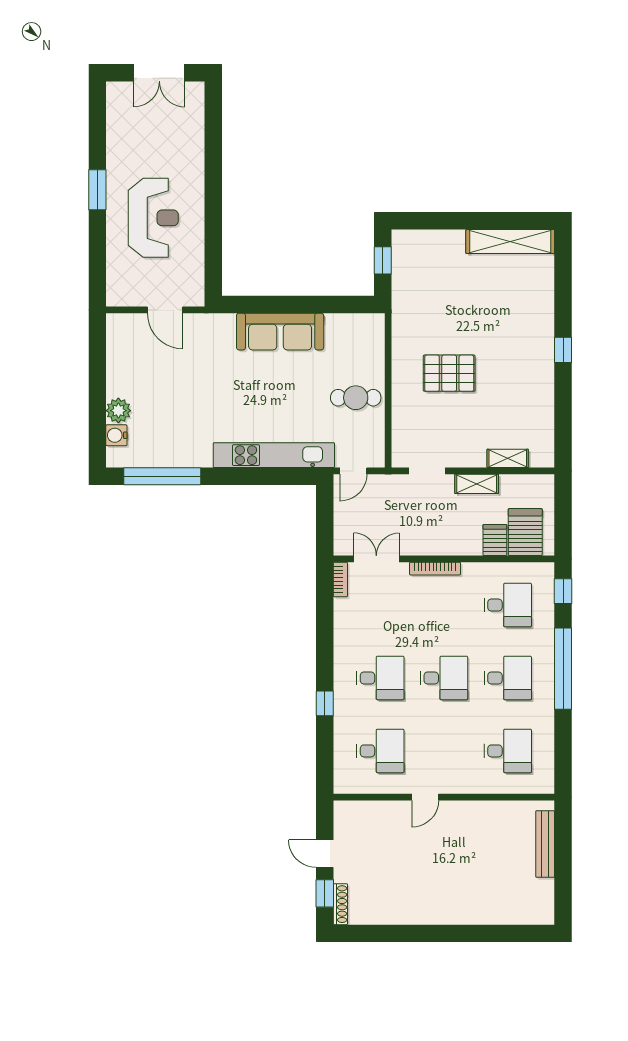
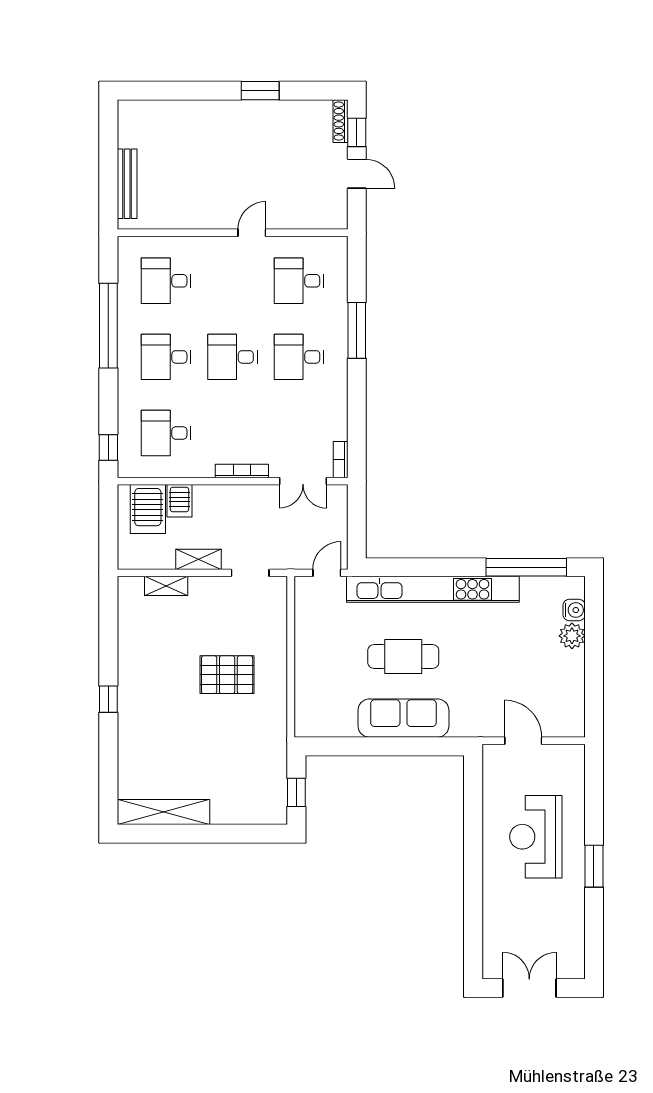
cafe table: (356, 398) -> (403, 656), moved, width x1.37, depth x1.35
kitchen unit: (274, 455) -> (433, 589), width x1.36
window: (563, 669) -> (108, 326), moved
window: (325, 703) -> (357, 330), width x2.17
window: (417, 933) -> (260, 91), added

